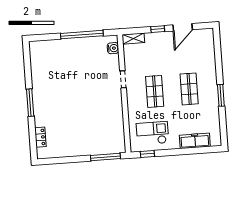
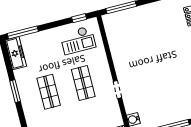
freezer: (195, 141) -> (16, 53), moved, turned -90
window: (204, 150) -> (23, 32), added

